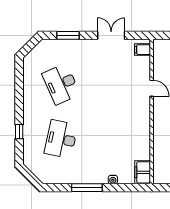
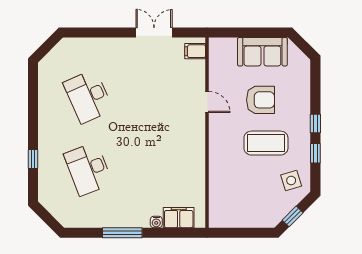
window: (68, 35) -> (97, 32), removed
desk: (61, 139) -> (88, 169), turned -33
filing cabinet: (143, 172) -> (179, 218), moved, turned 90

